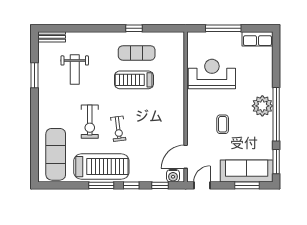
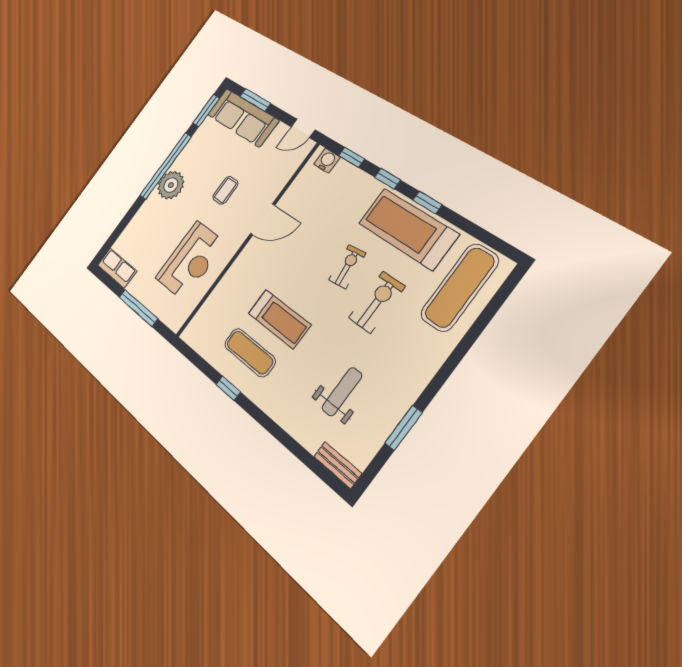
reception desk: (212, 74) -> (190, 261), turned -90
door: (186, 157) -> (263, 219), moved
window: (101, 185) -> (427, 202), width x0.67

